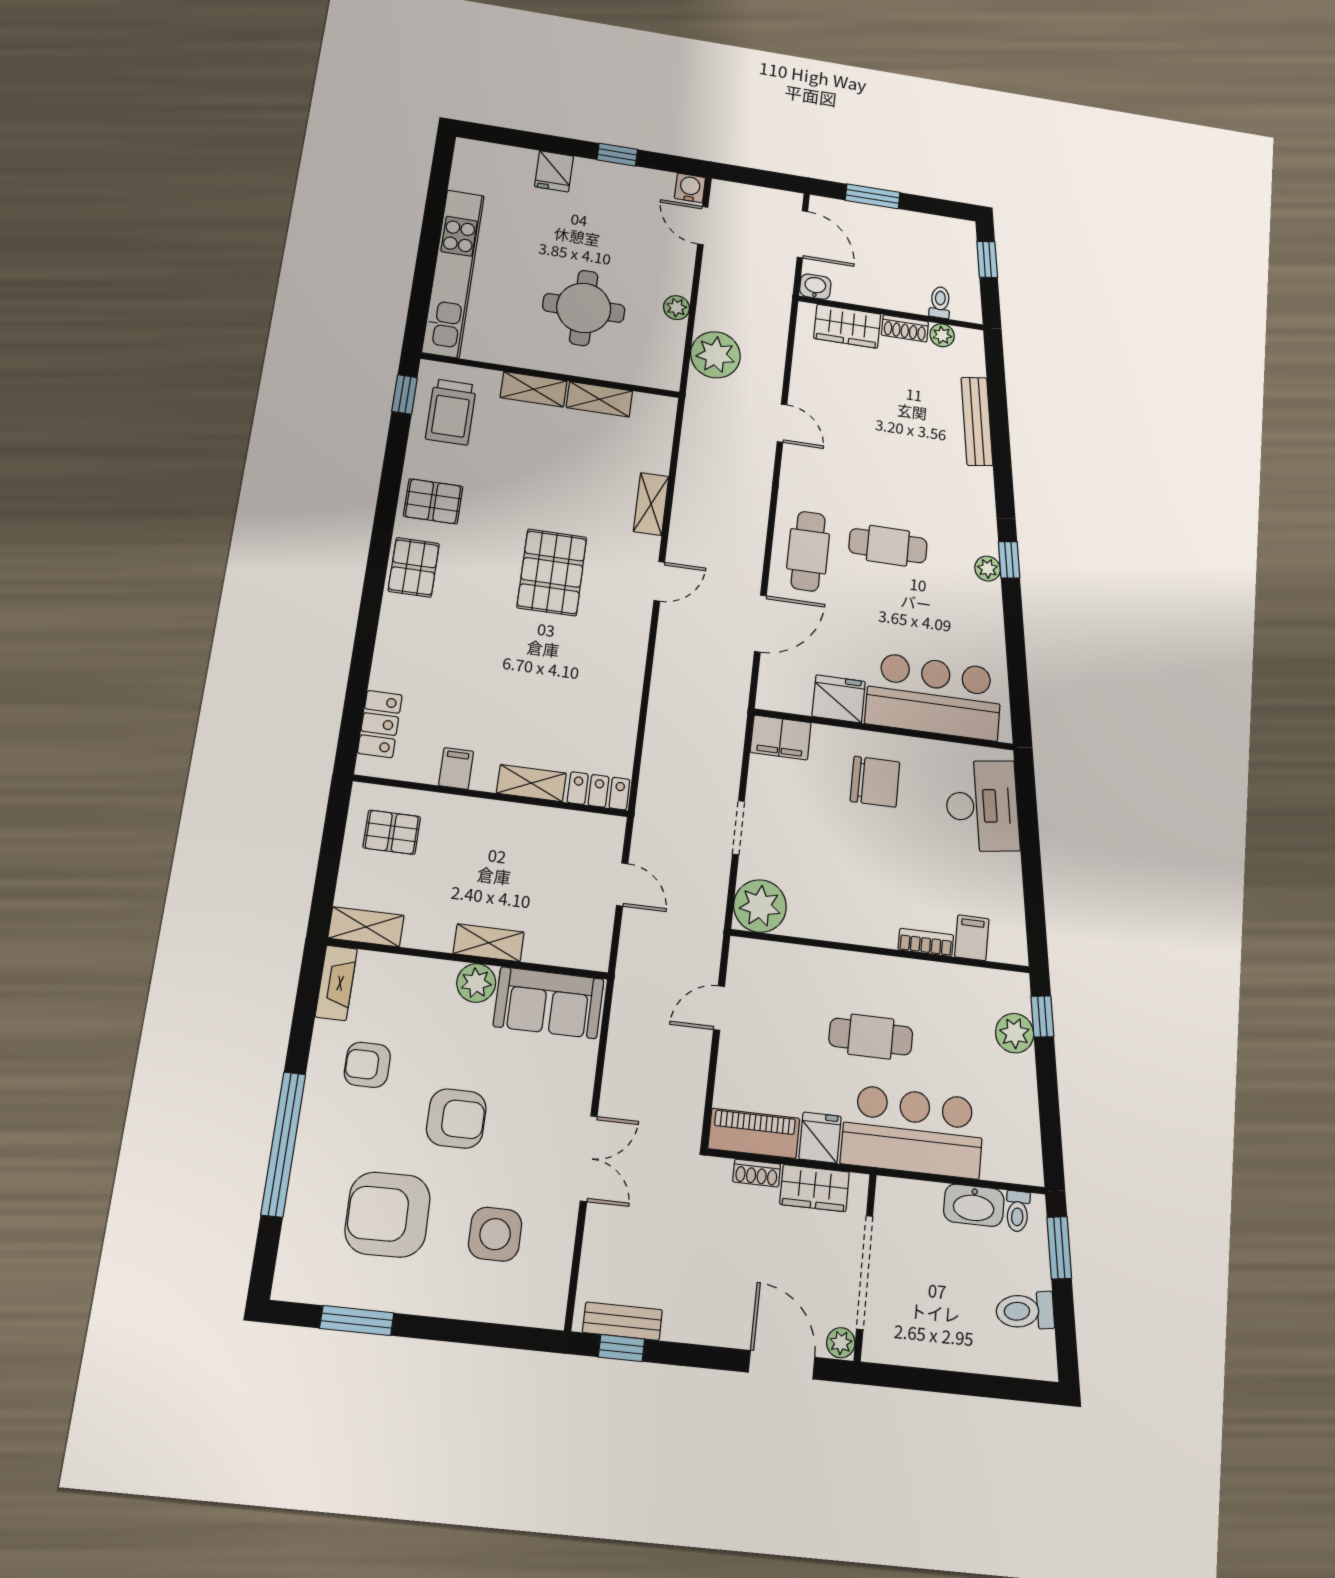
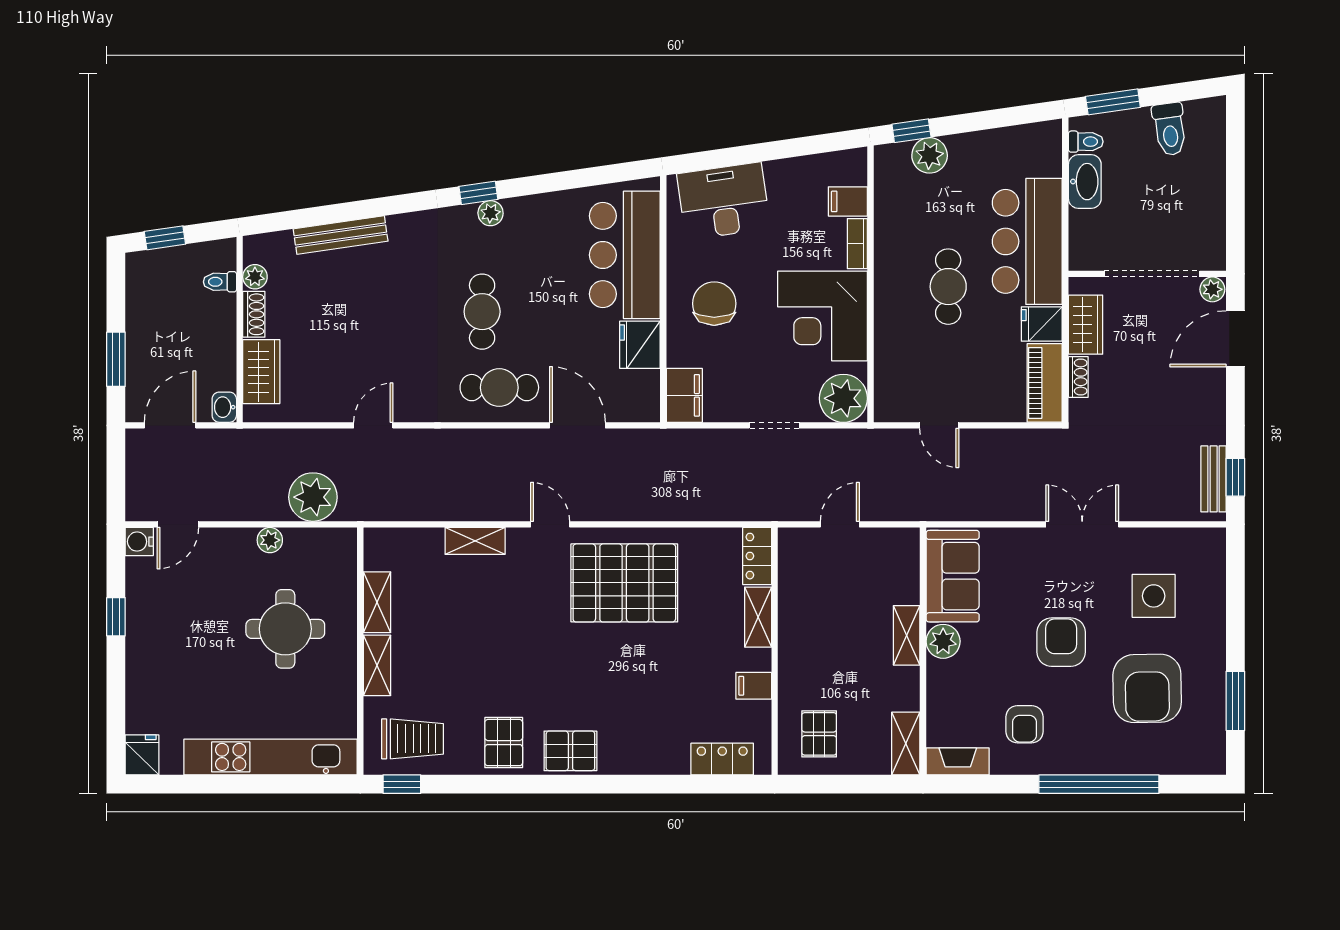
fridge: (554, 171) -> (142, 755), moved, turned -90
pallet: (552, 572) -> (624, 583), moved, width x1.37, depth x1.41
corner desk: (851, 895) -> (823, 316), added

